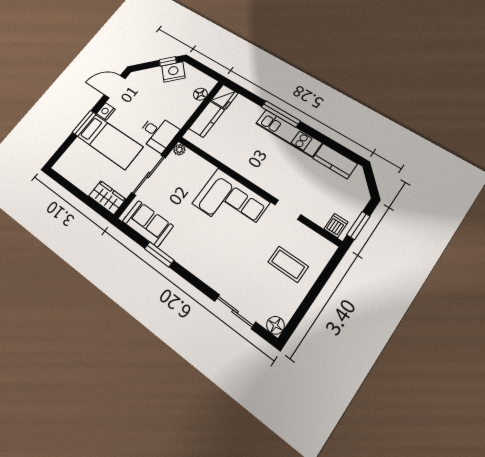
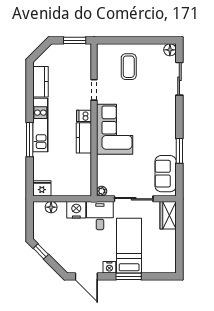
nightstand: (173, 72) -> (76, 210), moved, turned 135
kitchen counter: (207, 119) -> (84, 138), moved, turned -90
dishwasher: (336, 225) -> (84, 116), moved

